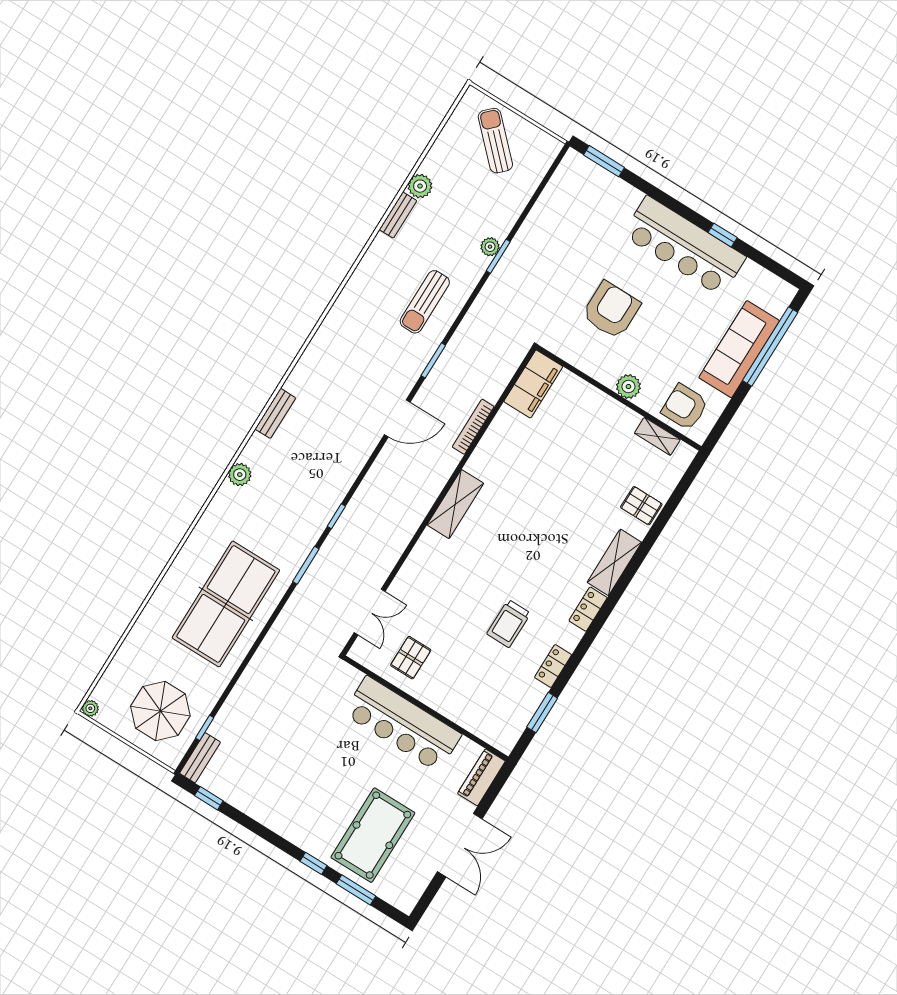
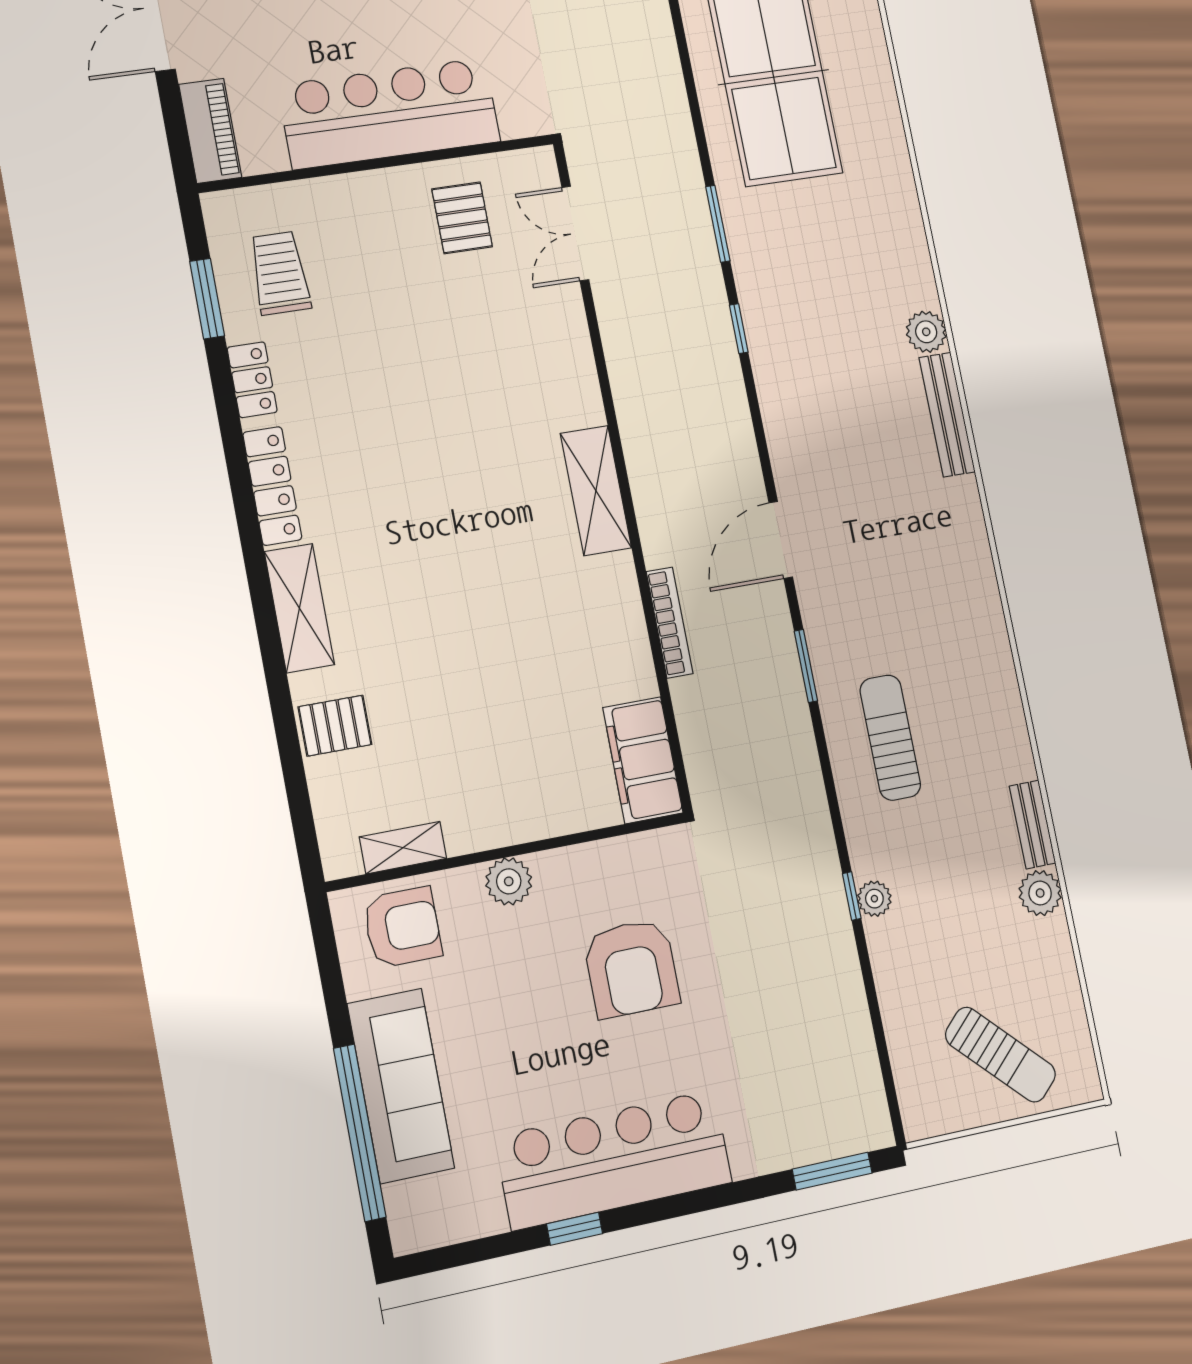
window: (498, 256) -> (852, 896), width x0.67
bench: (275, 413) -> (947, 415), width x1.36
plant: (240, 475) -> (926, 332), moved
locker: (588, 609) -> (272, 486), width x1.53
trolley: (509, 624) -> (280, 273), moved

